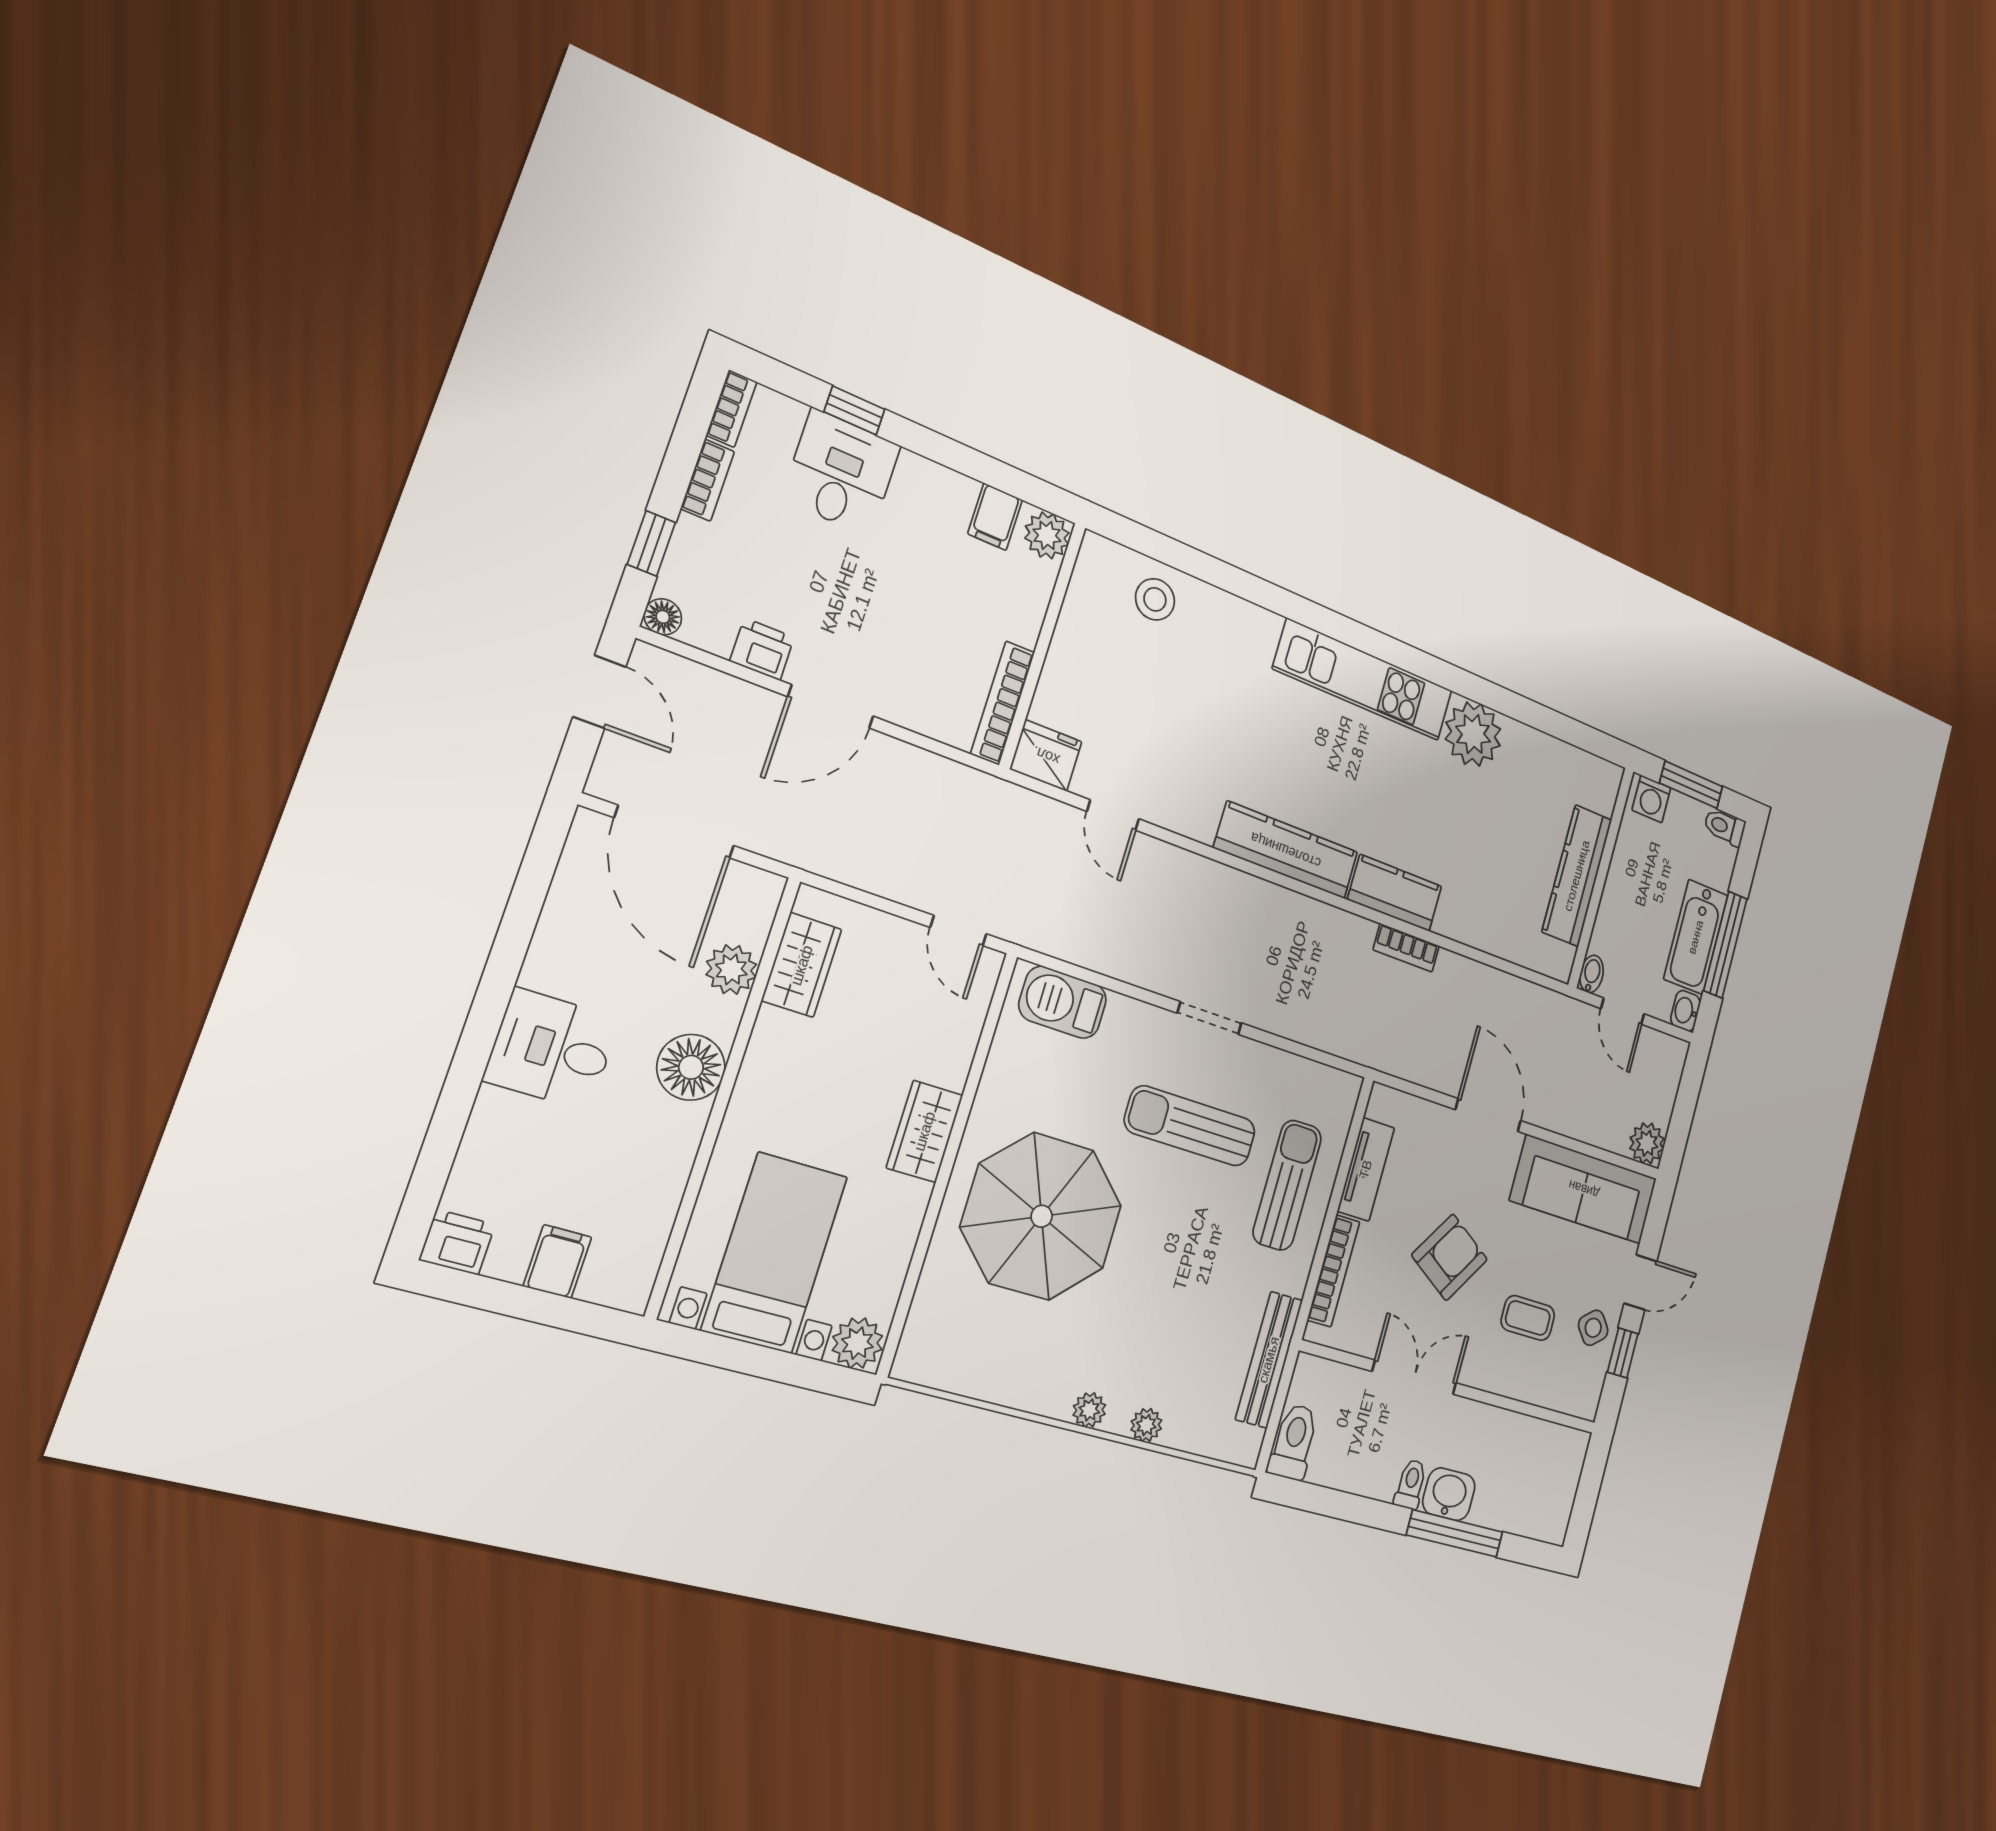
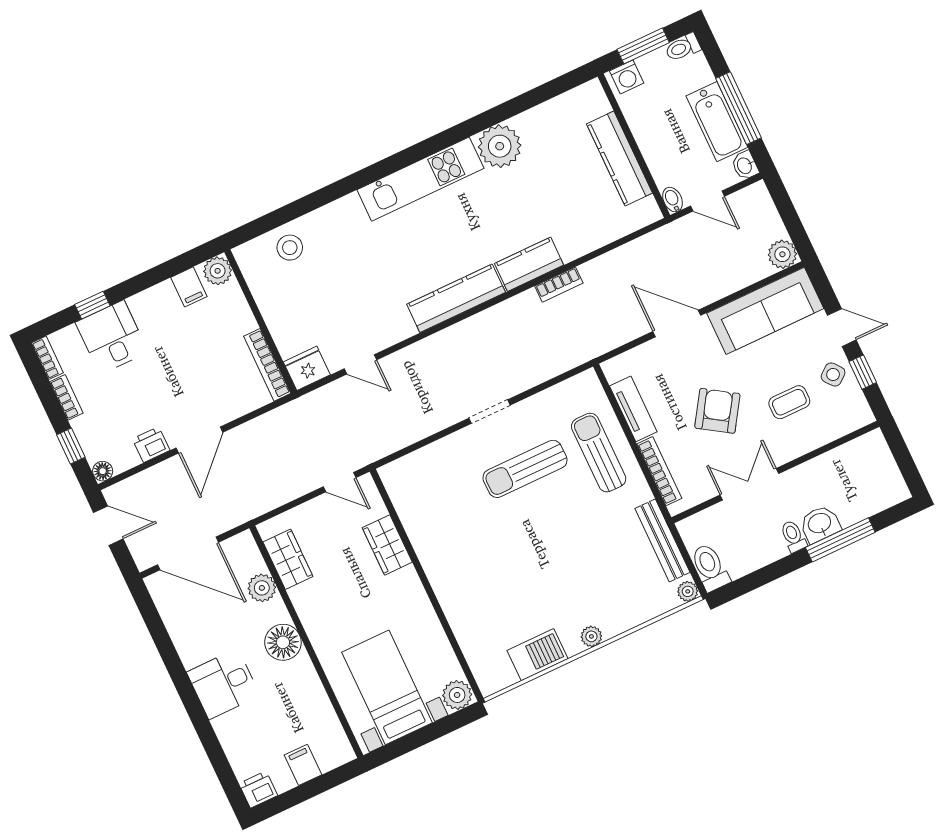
barbecue: (1063, 1002) -> (538, 655), moved, turned 180
wardrobe: (925, 1131) -> (387, 545), moved
parasol: (1042, 1216) -> (491, 571), removed
door: (1641, 1282) -> (842, 328), hinge flipped
plant: (1146, 1425) -> (688, 591), moved

